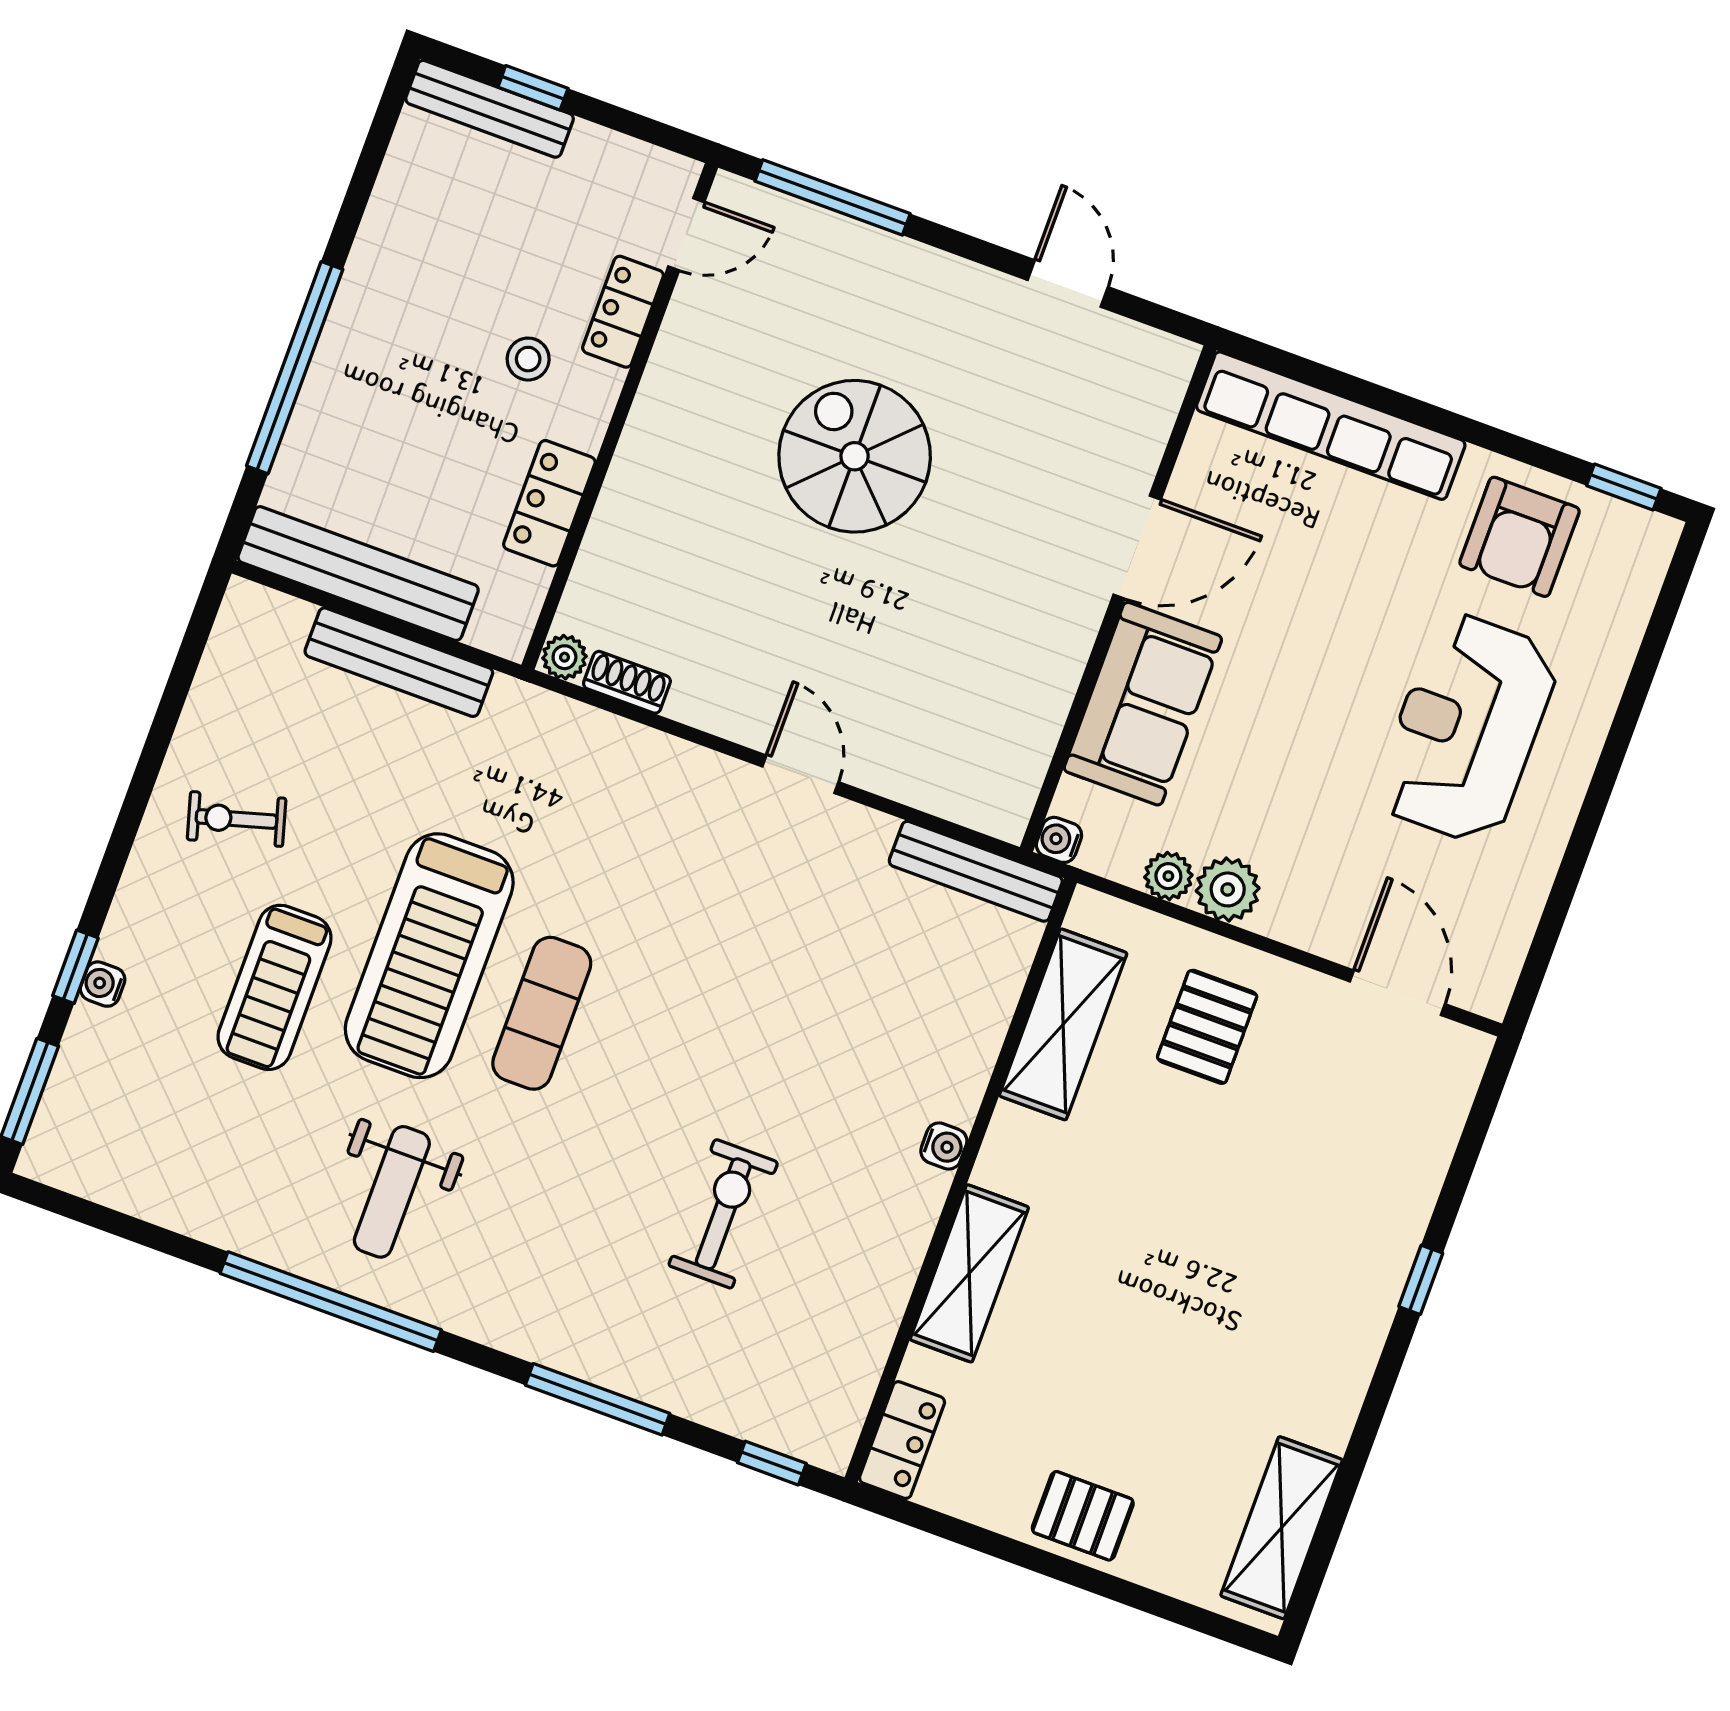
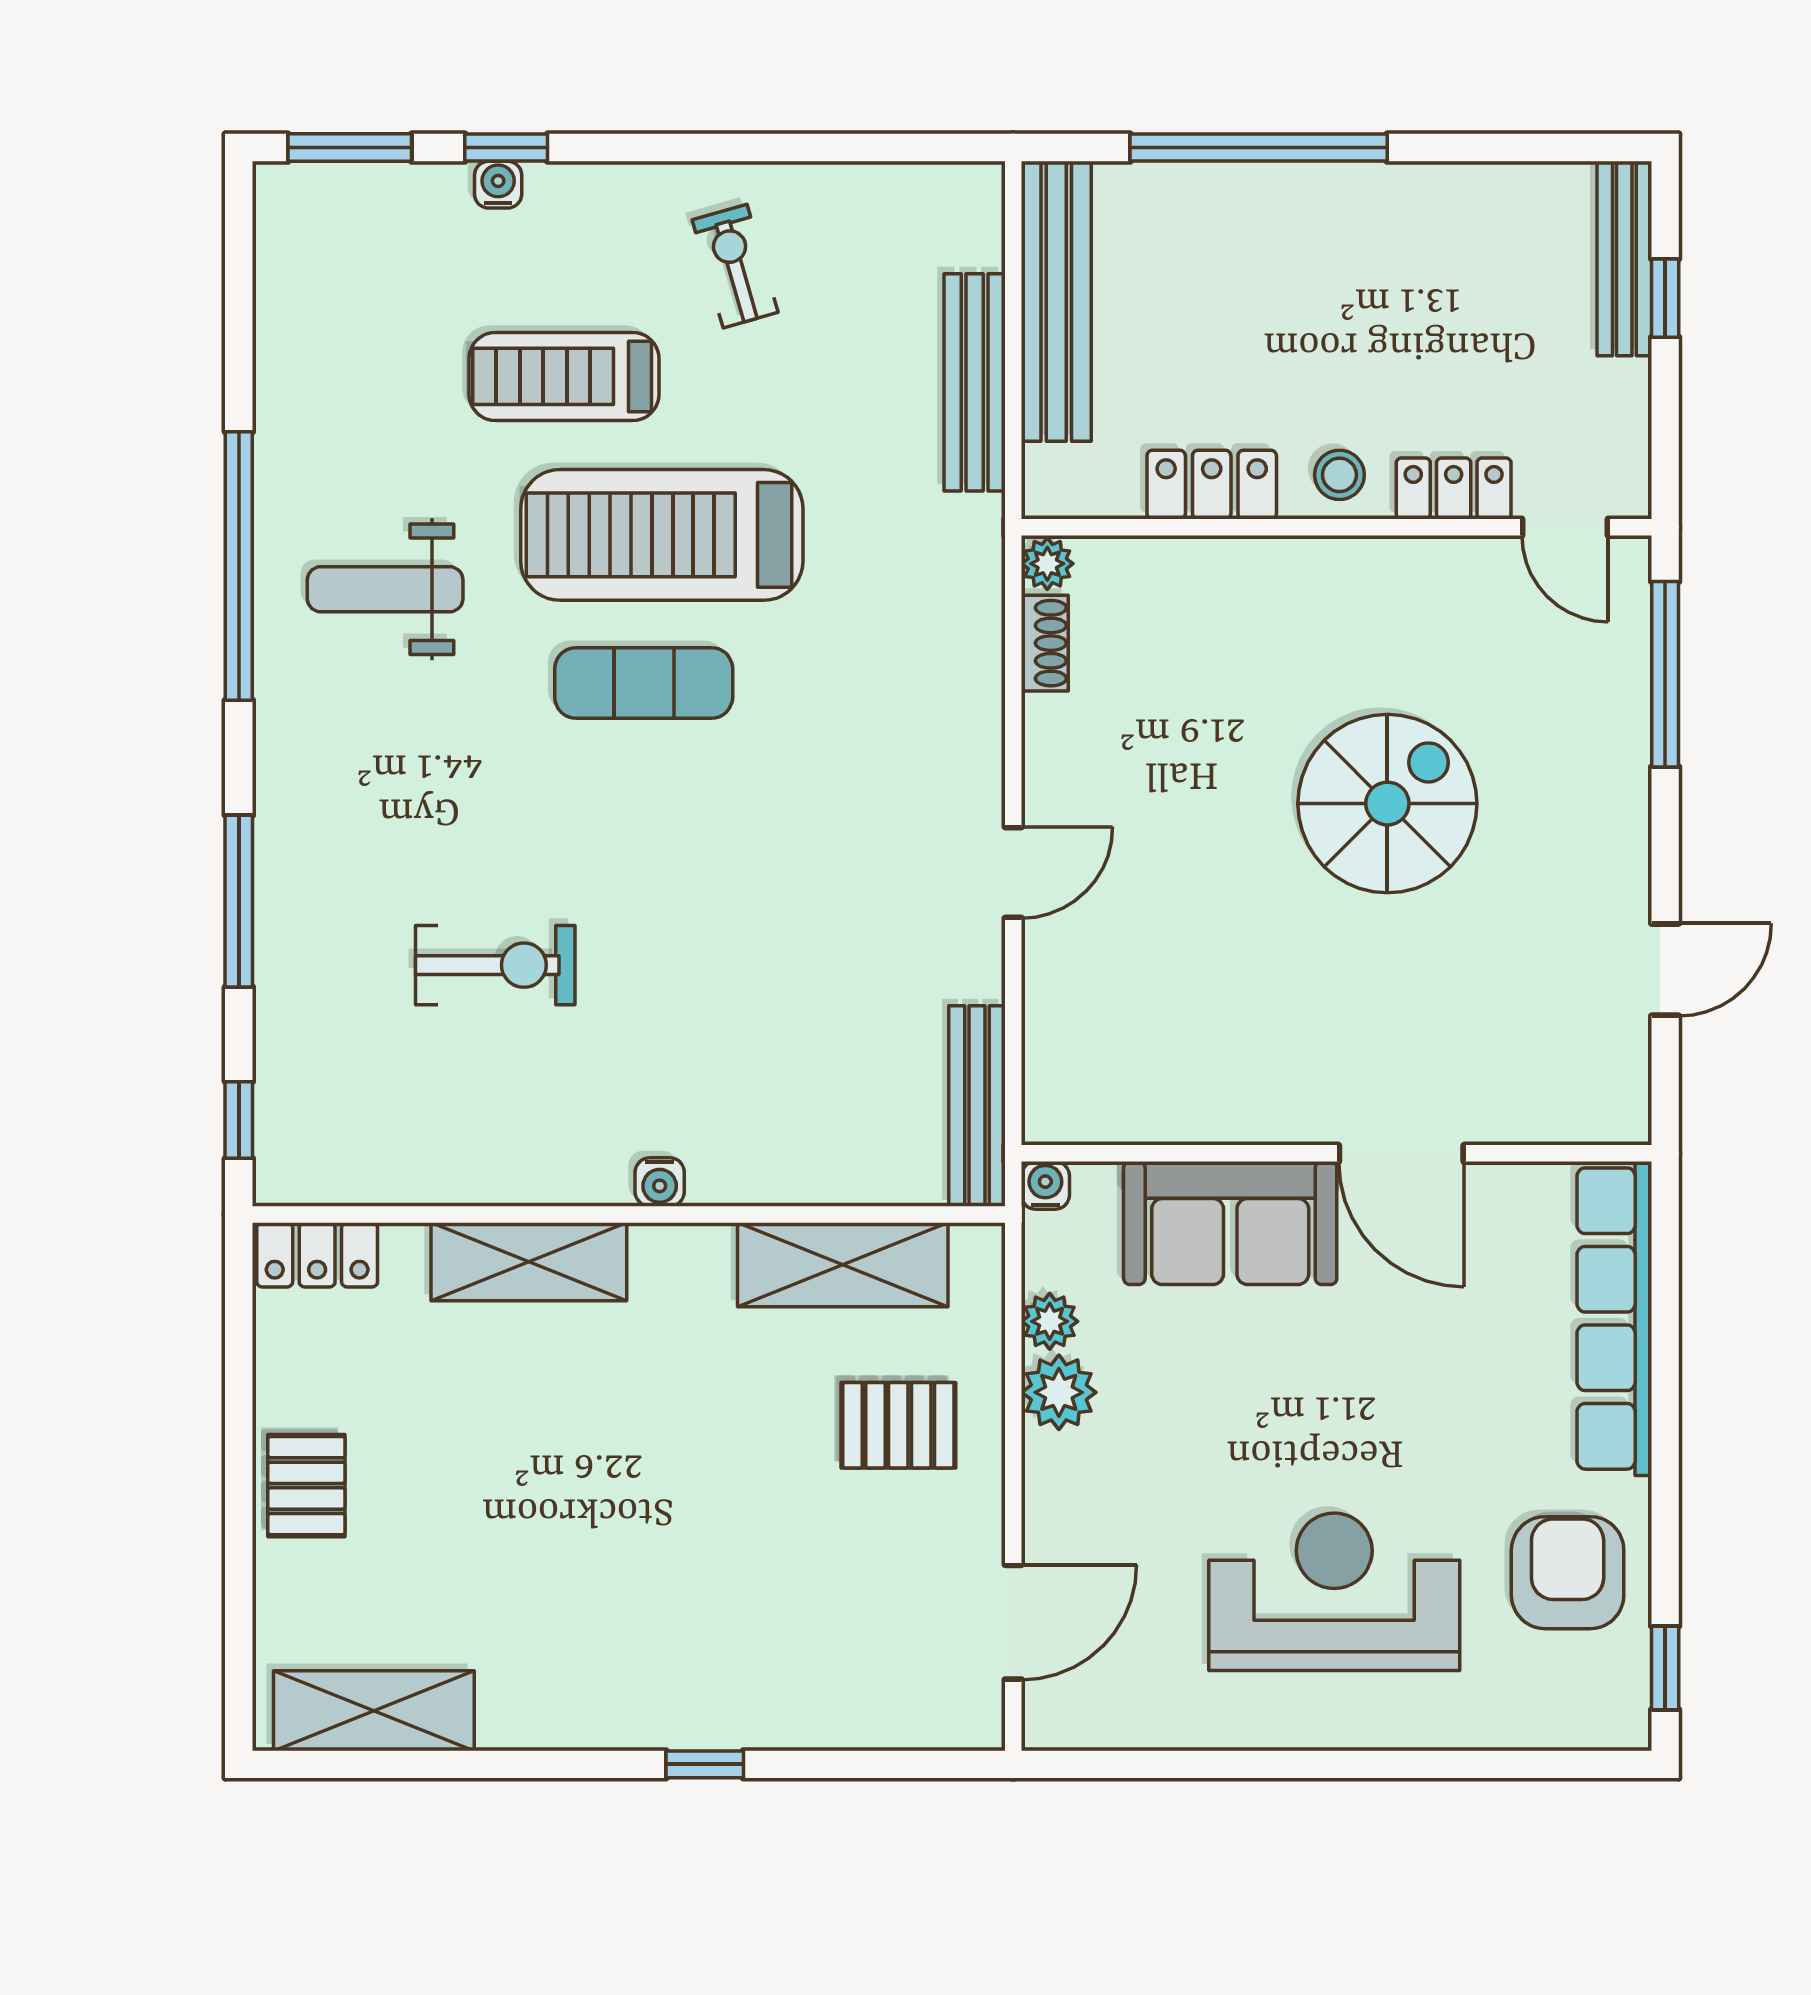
stool: (528, 359) -> (1339, 475), moved
armchair: (1520, 537) -> (1568, 1573), turned 90

